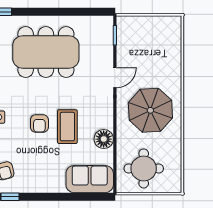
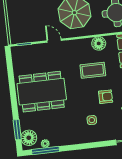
dining table: (46, 52) -> (42, 92), turned 90
armchair: (39, 124) -> (106, 97), moved

